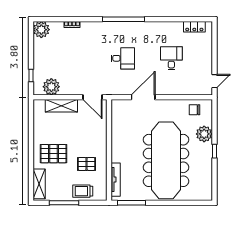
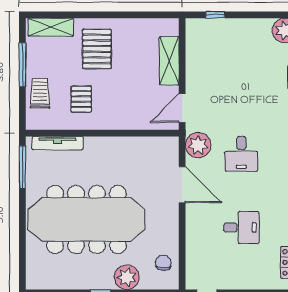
plant: (51, 87) -> (198, 145), moved

